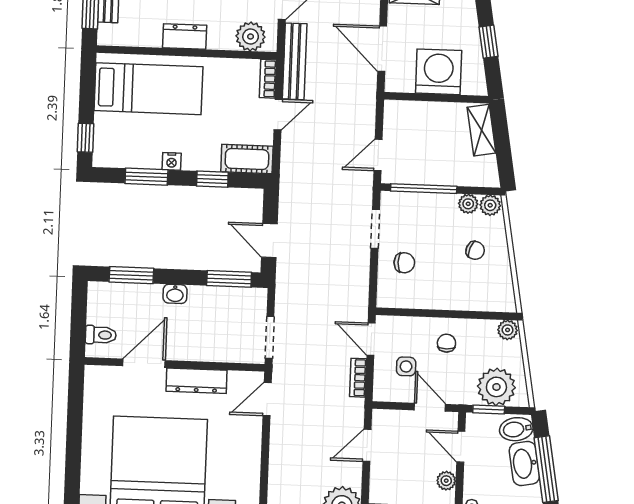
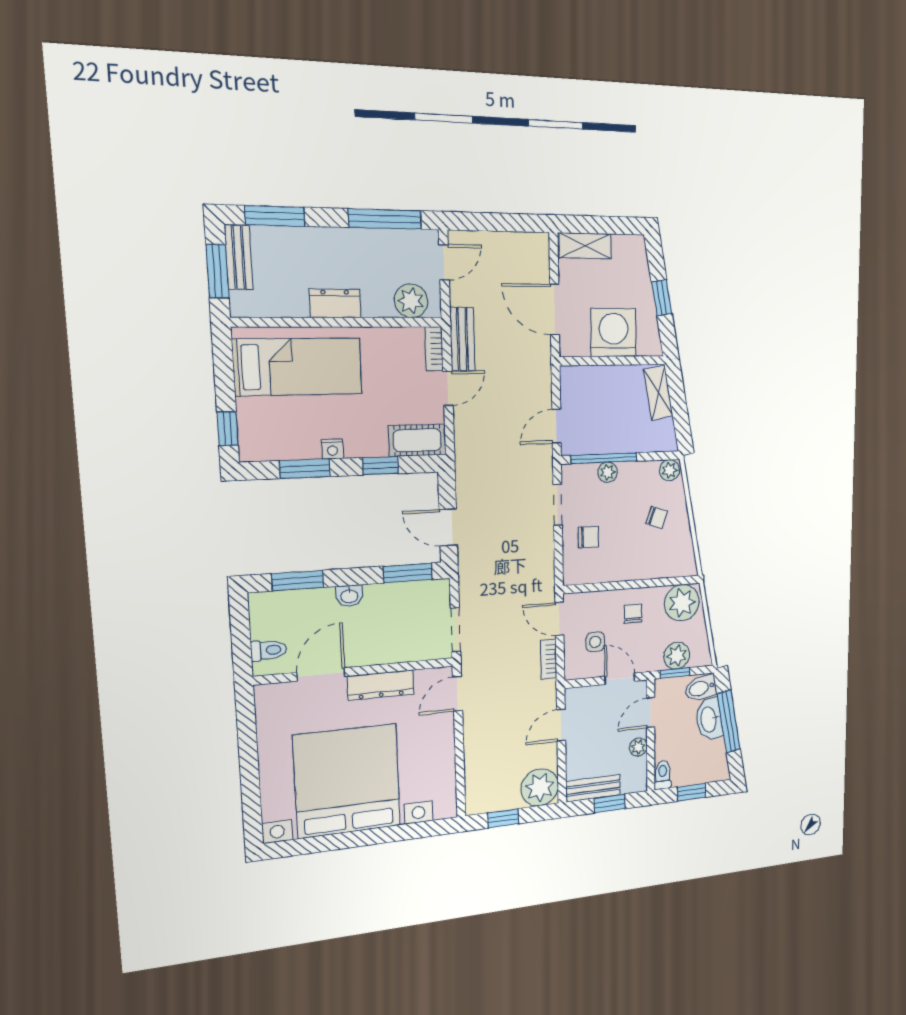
bench: (295, 61) -> (462, 339), width x0.73
plant: (468, 204) -> (608, 472), moved
plant: (508, 330) -> (682, 603), width x1.88, depth x1.88
plant: (496, 387) -> (677, 656), width x0.73, depth x0.73
door: (461, 447) -> (651, 712), hinge flipped

